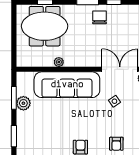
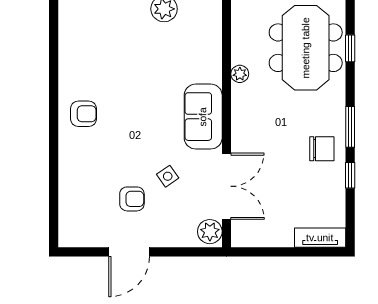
sofa: (67, 85) -> (203, 117), width x0.54, depth x0.79
armchair: (116, 144) -> (132, 199), moved, turned 180

